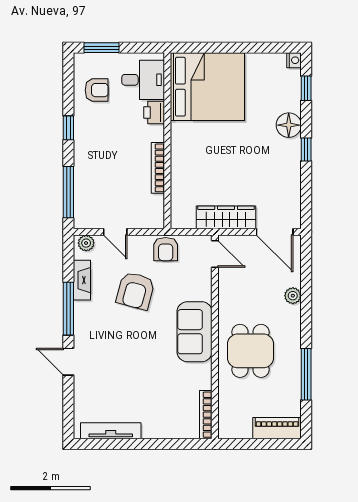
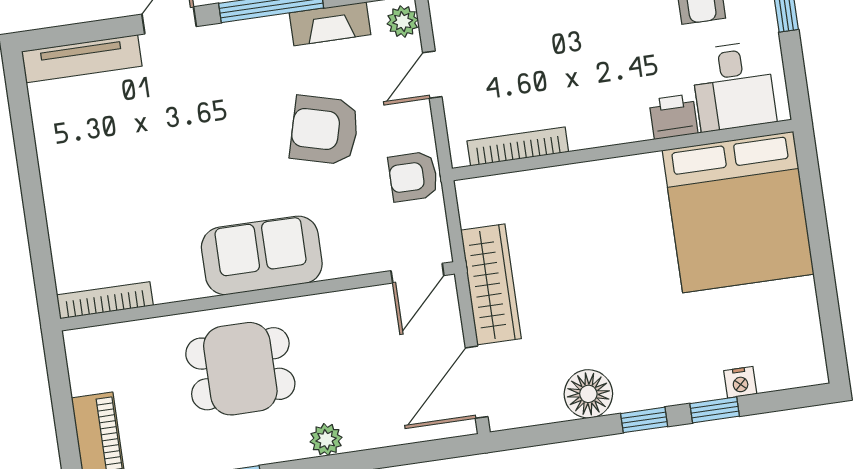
nightstand: (294, 60) -> (740, 382), moved
window: (306, 88) -> (715, 410), moved
floor lamp: (289, 125) -> (588, 394), moved
bookcase: (158, 168) -> (518, 146), moved
plant: (293, 296) -> (326, 440), moved
tv unit: (111, 431) -> (82, 59), moved, turned 90

